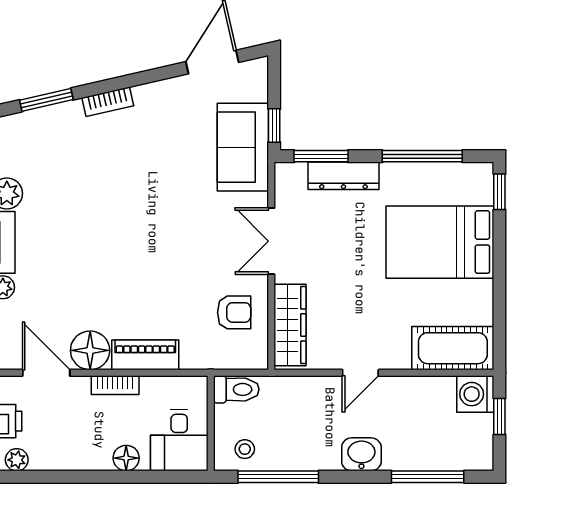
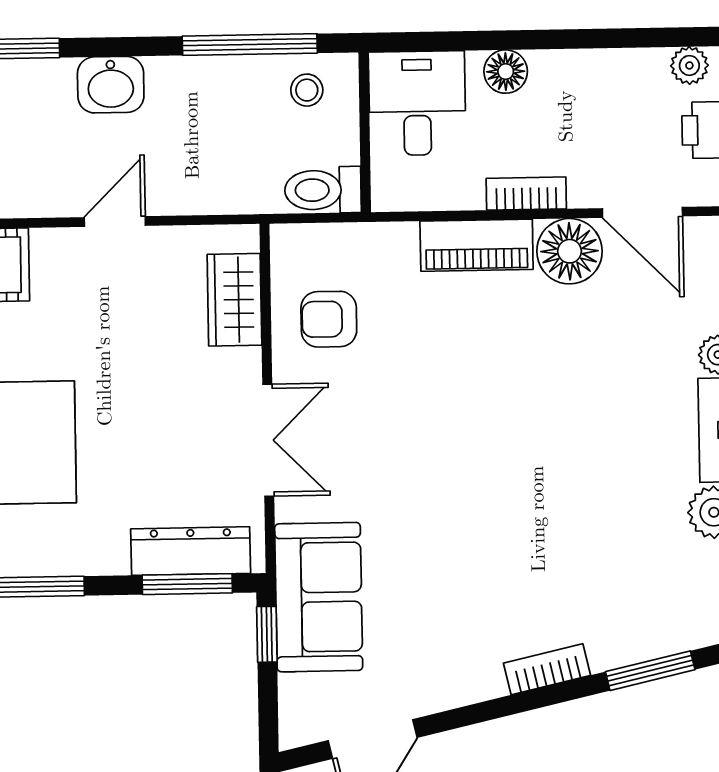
dresser: (343, 176) -> (191, 551), moved
wardrobe: (290, 325) -> (234, 300), width x0.67

